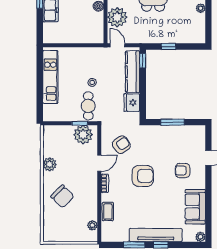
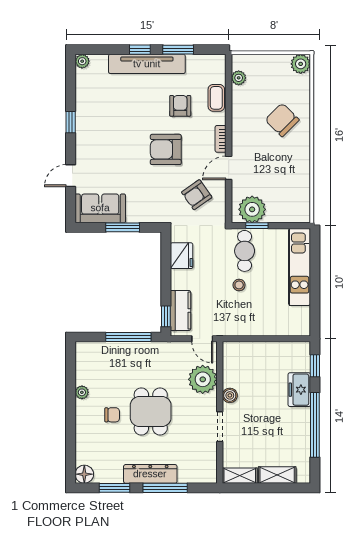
window: (40, 27) -> (315, 366), added
window: (169, 46) -> (128, 337), width x2.17
kitchen counter: (133, 72) -> (180, 311), width x0.67
kitchen unit: (50, 77) -> (300, 267), moved
plant: (50, 164) -> (301, 64), moved
armchair: (183, 171) -> (180, 106), moved, turned -90
window: (208, 195) -> (71, 122), added
sofa: (195, 207) -> (100, 208), moved, turned -90

